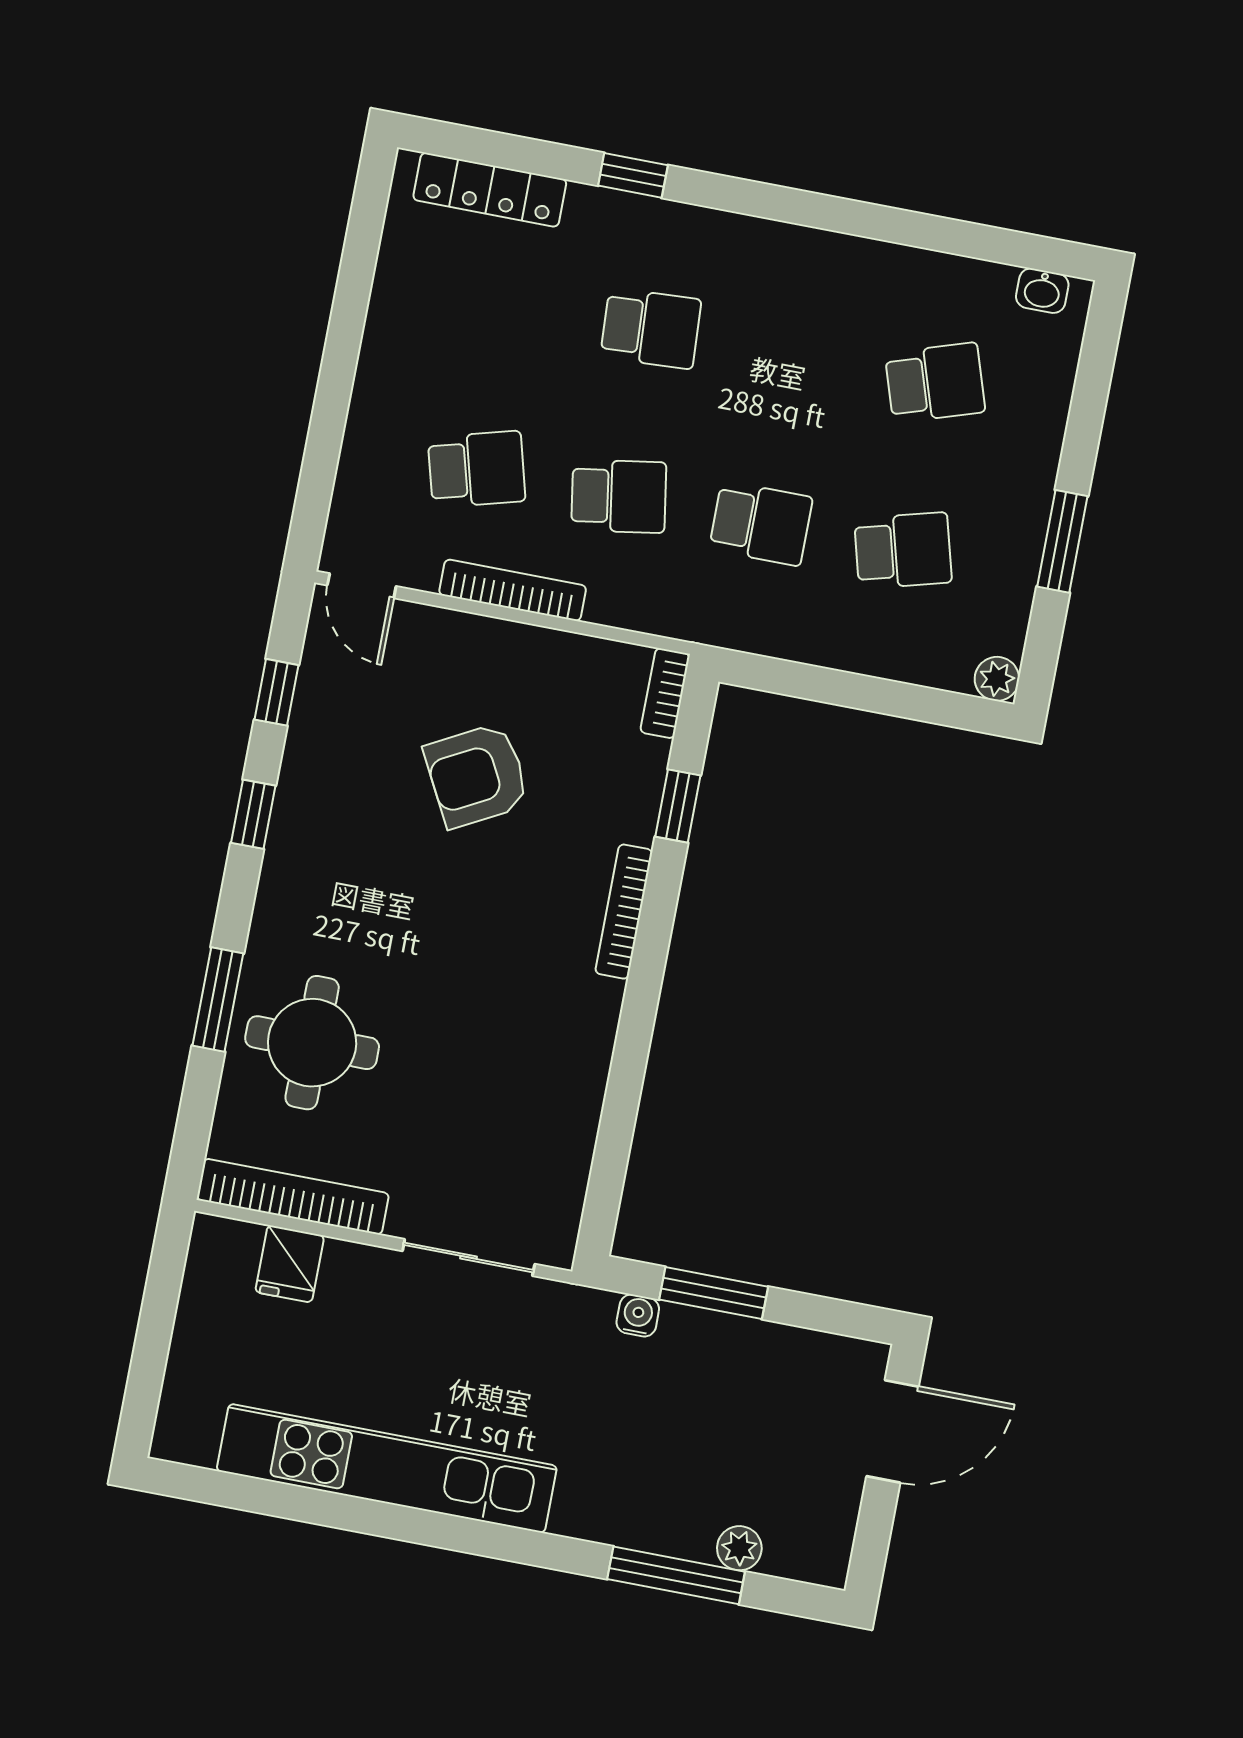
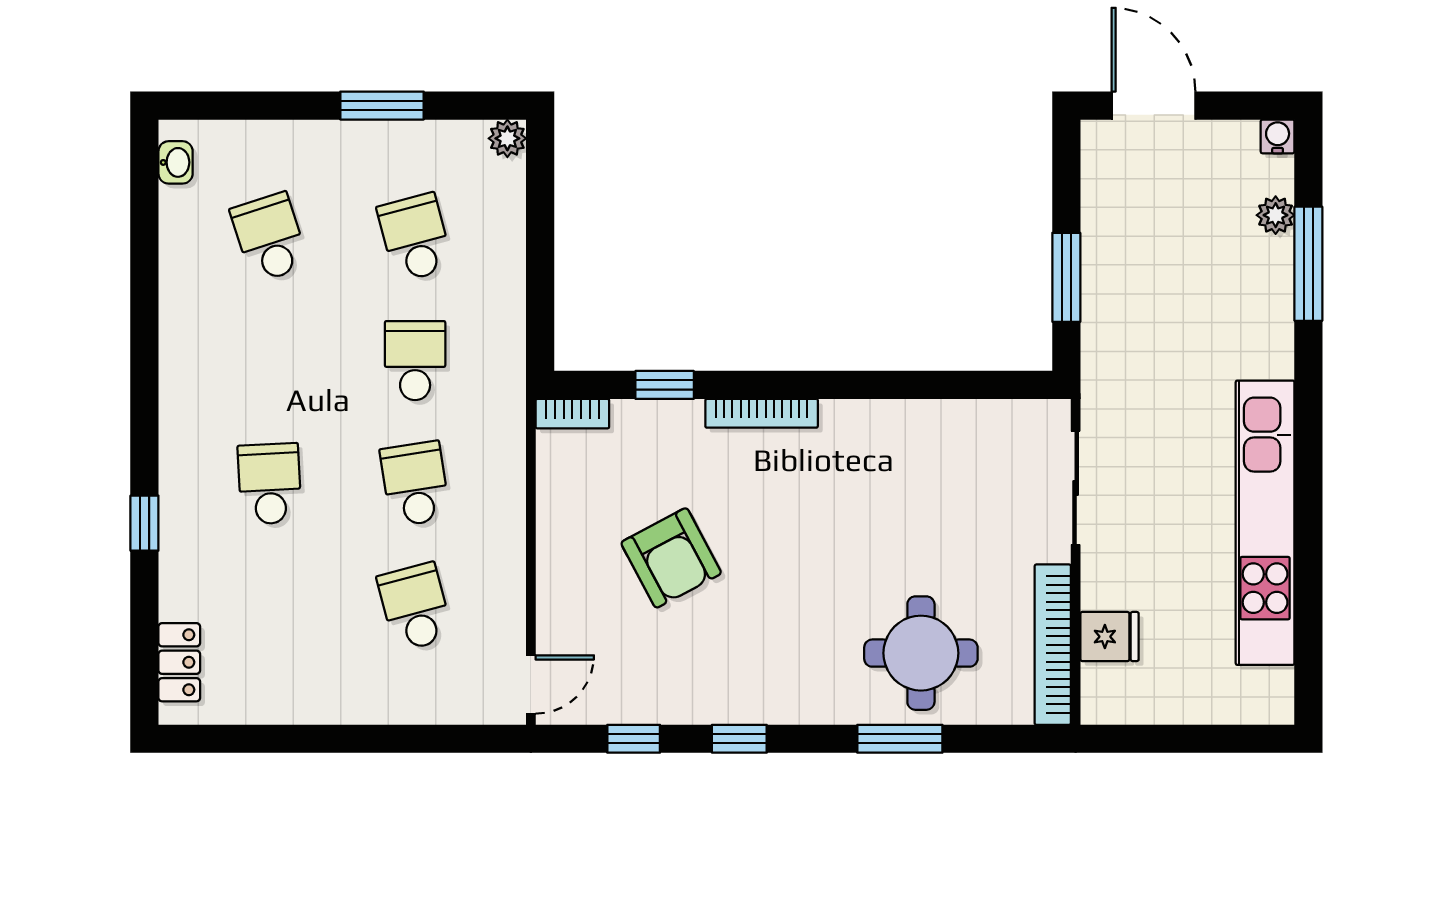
locker: (490, 190) -> (179, 662), width x0.66
bookcase: (513, 590) -> (511, 558), removed
water cooler: (638, 1316) -> (1278, 136), moved, turned 90

